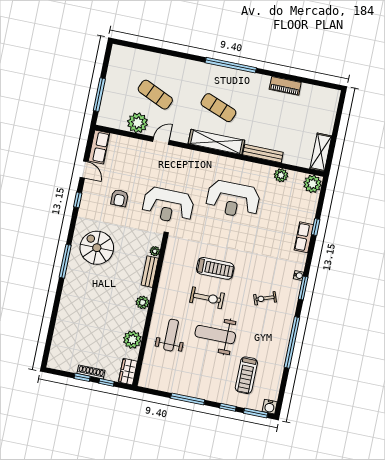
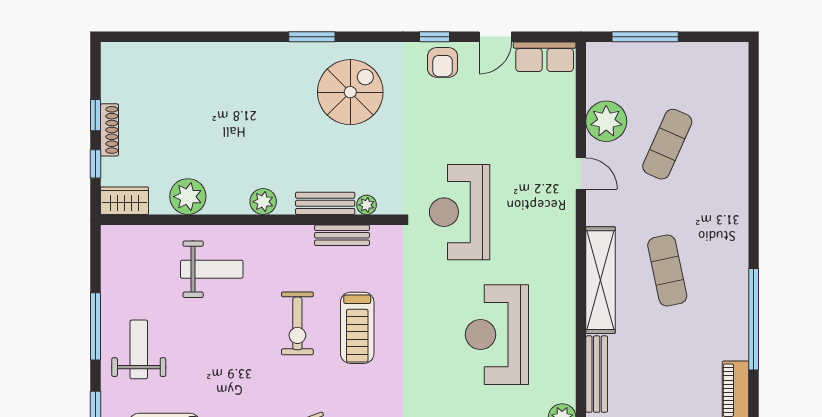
window: (231, 65) -> (754, 319), moved
exercise mat: (218, 108) -> (667, 271), turned -33
armchair: (120, 198) -> (443, 62), moved, turned -90
window: (65, 261) -> (312, 37), width x0.69
bench: (167, 266) -> (342, 235), added
weight bench: (215, 335) -> (139, 349), moved, width x0.73, depth x0.75

